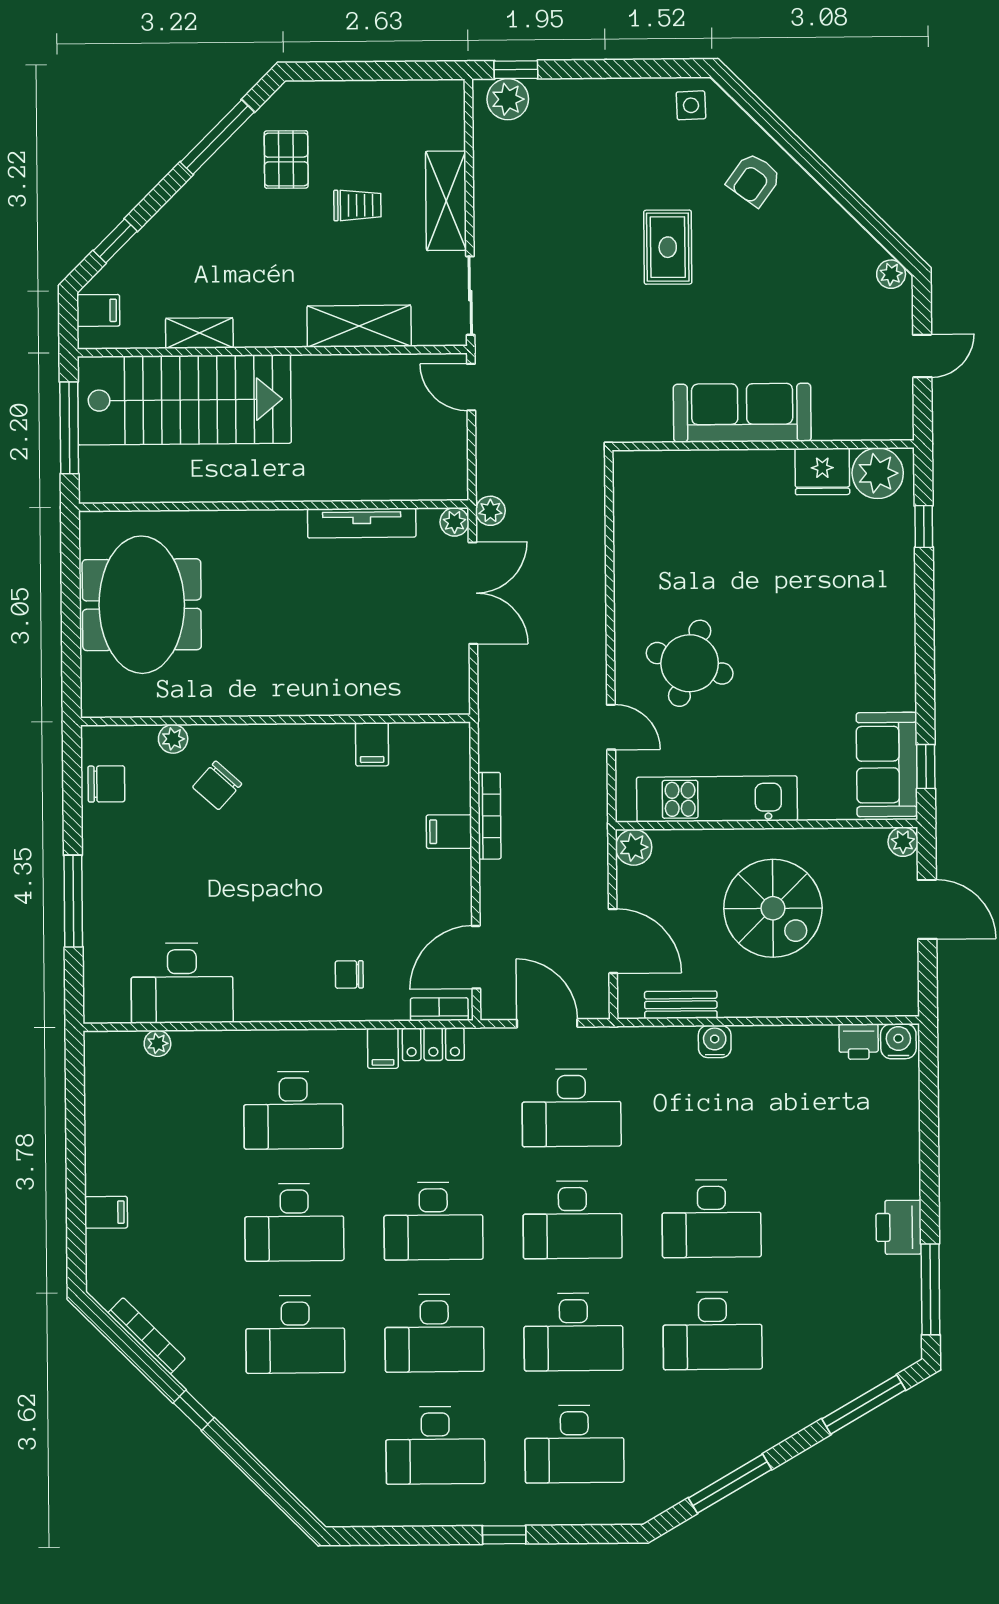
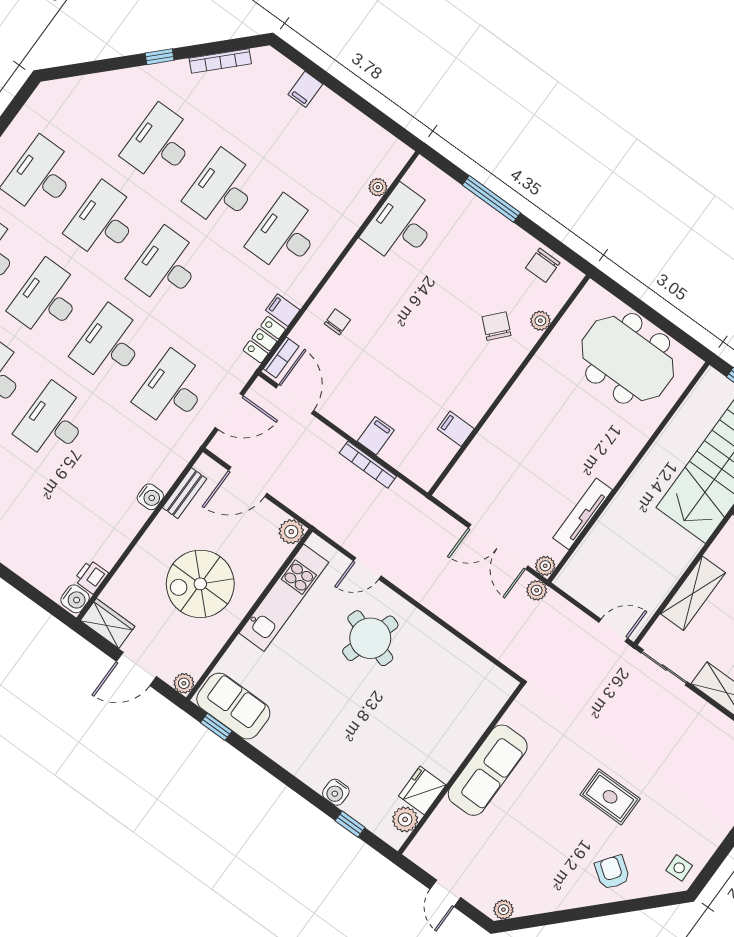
plant: (878, 473) -> (405, 819), width x0.73, depth x0.73
water cooler: (899, 571) -> (336, 792), added
wardrobe: (899, 982) -> (108, 623), added

